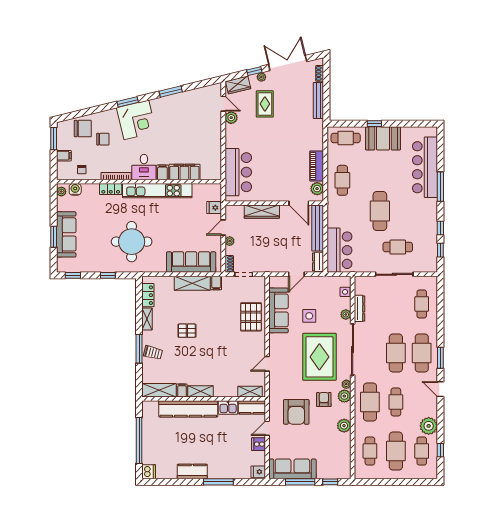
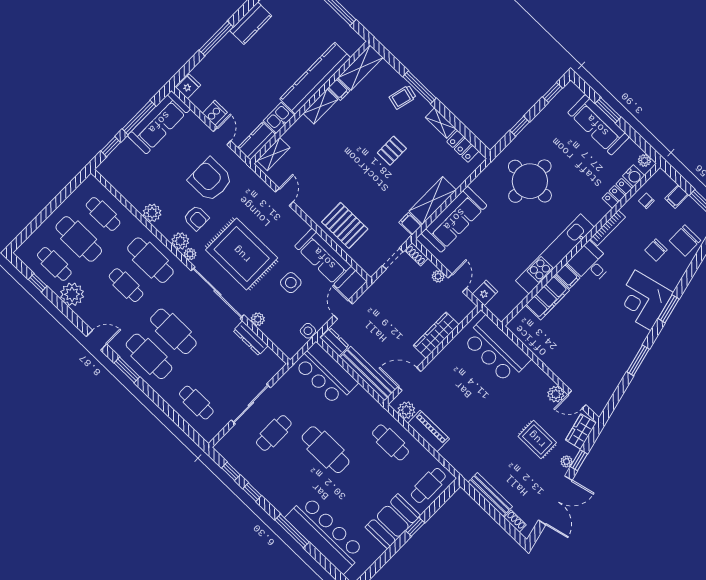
locker: (111, 189) -> (617, 193), moved
side table: (345, 292) -> (308, 331), moved

